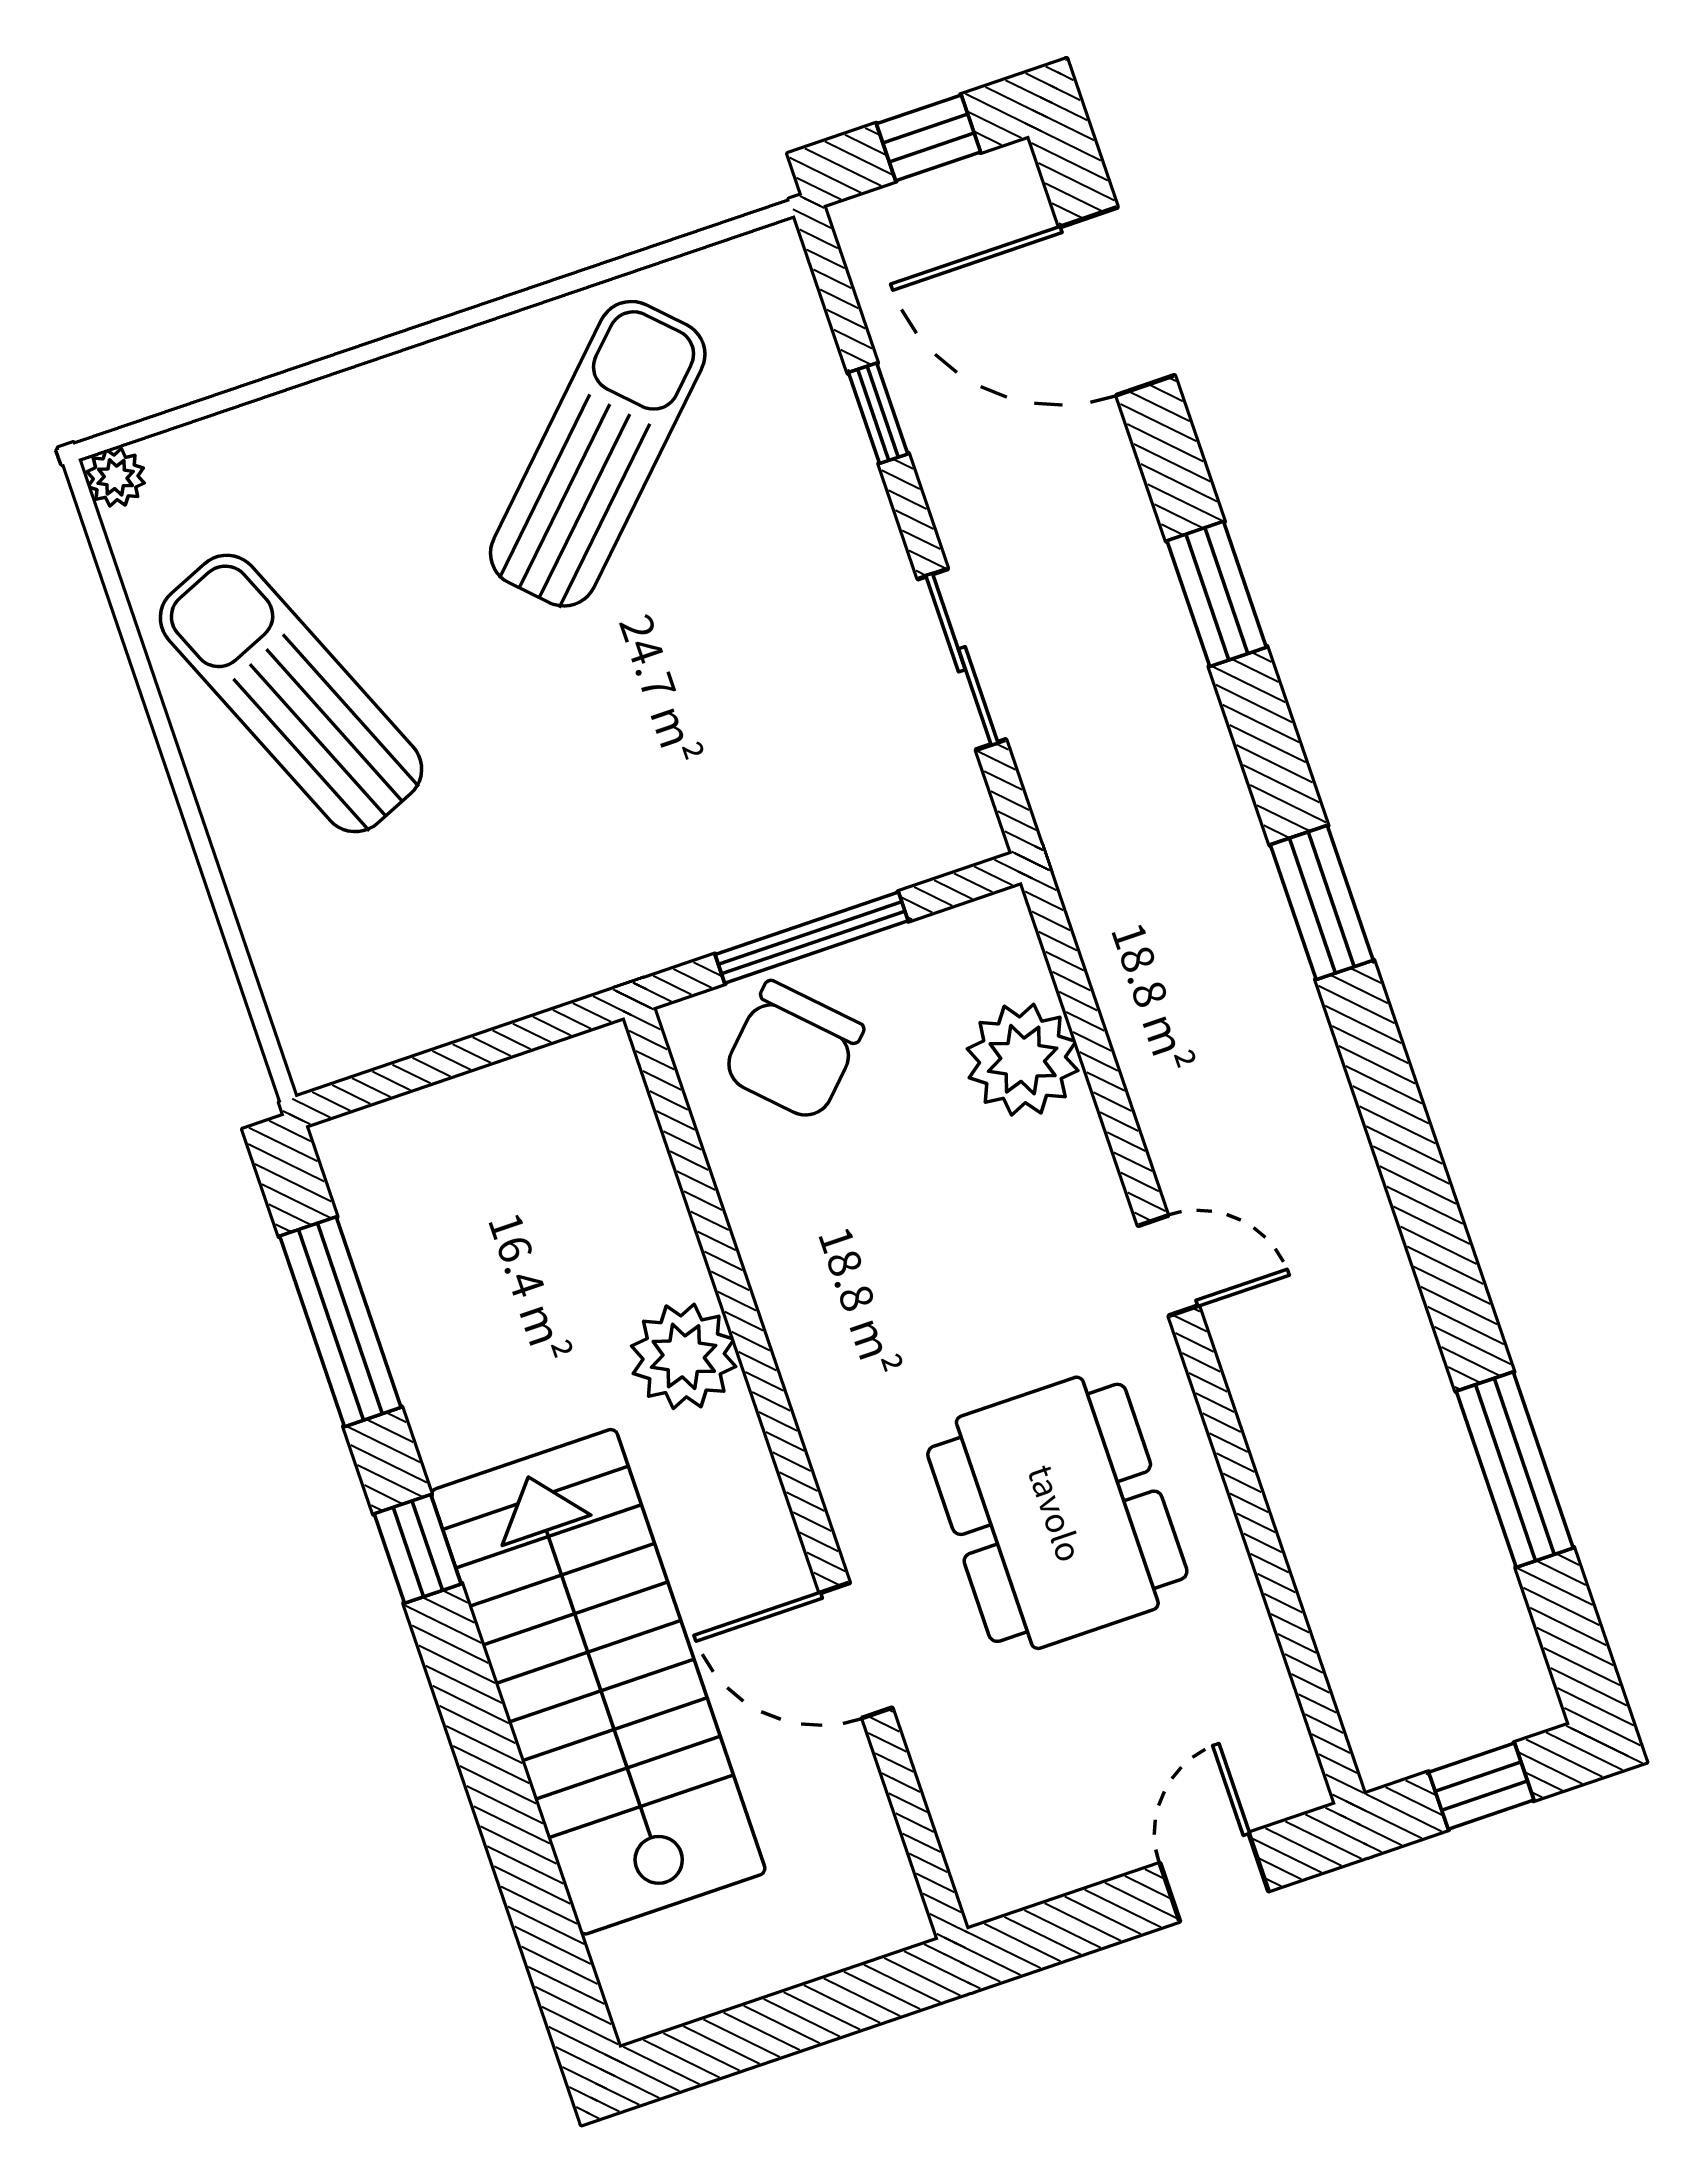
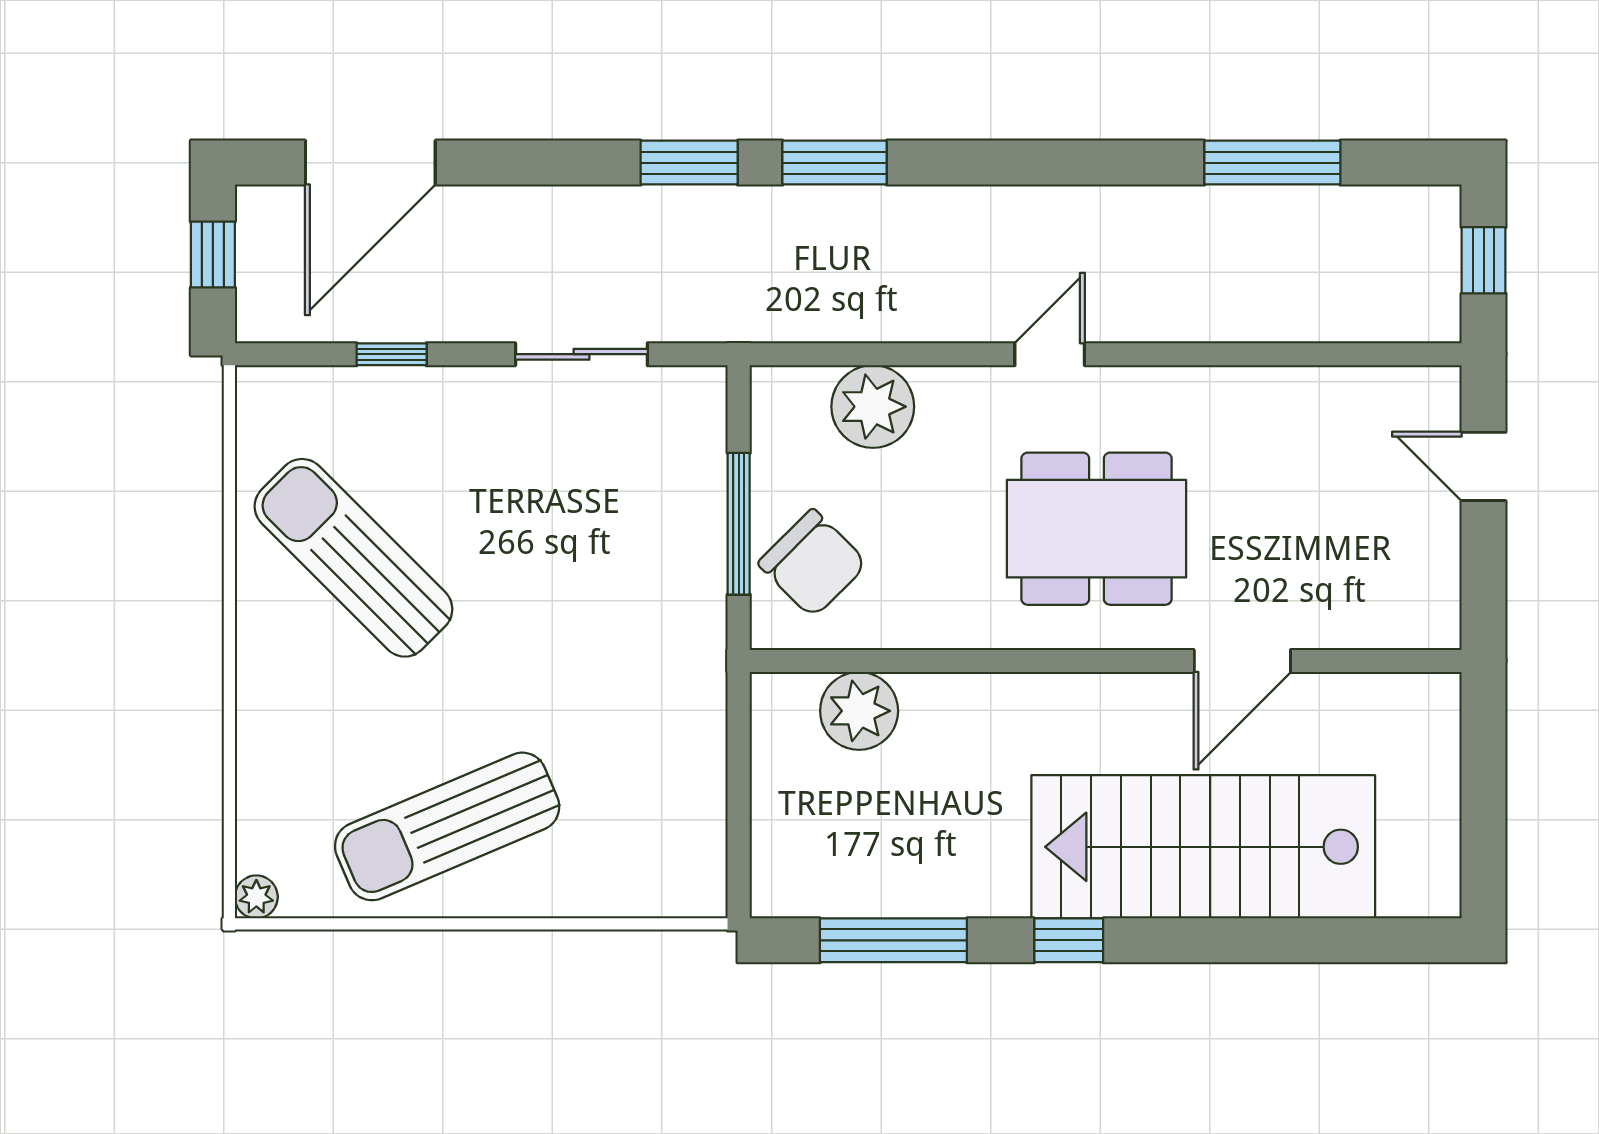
window: (1217, 594) -> (689, 163), moved
plant: (684, 1356) -> (859, 711), moved
dining table: (1057, 1513) -> (1096, 529), moved

